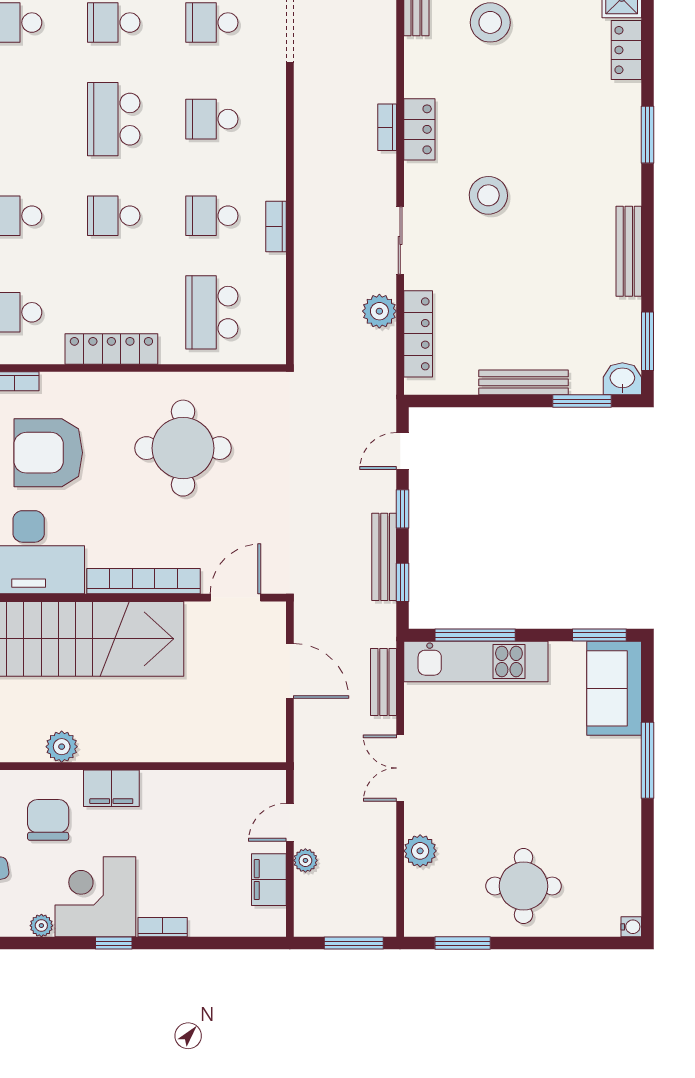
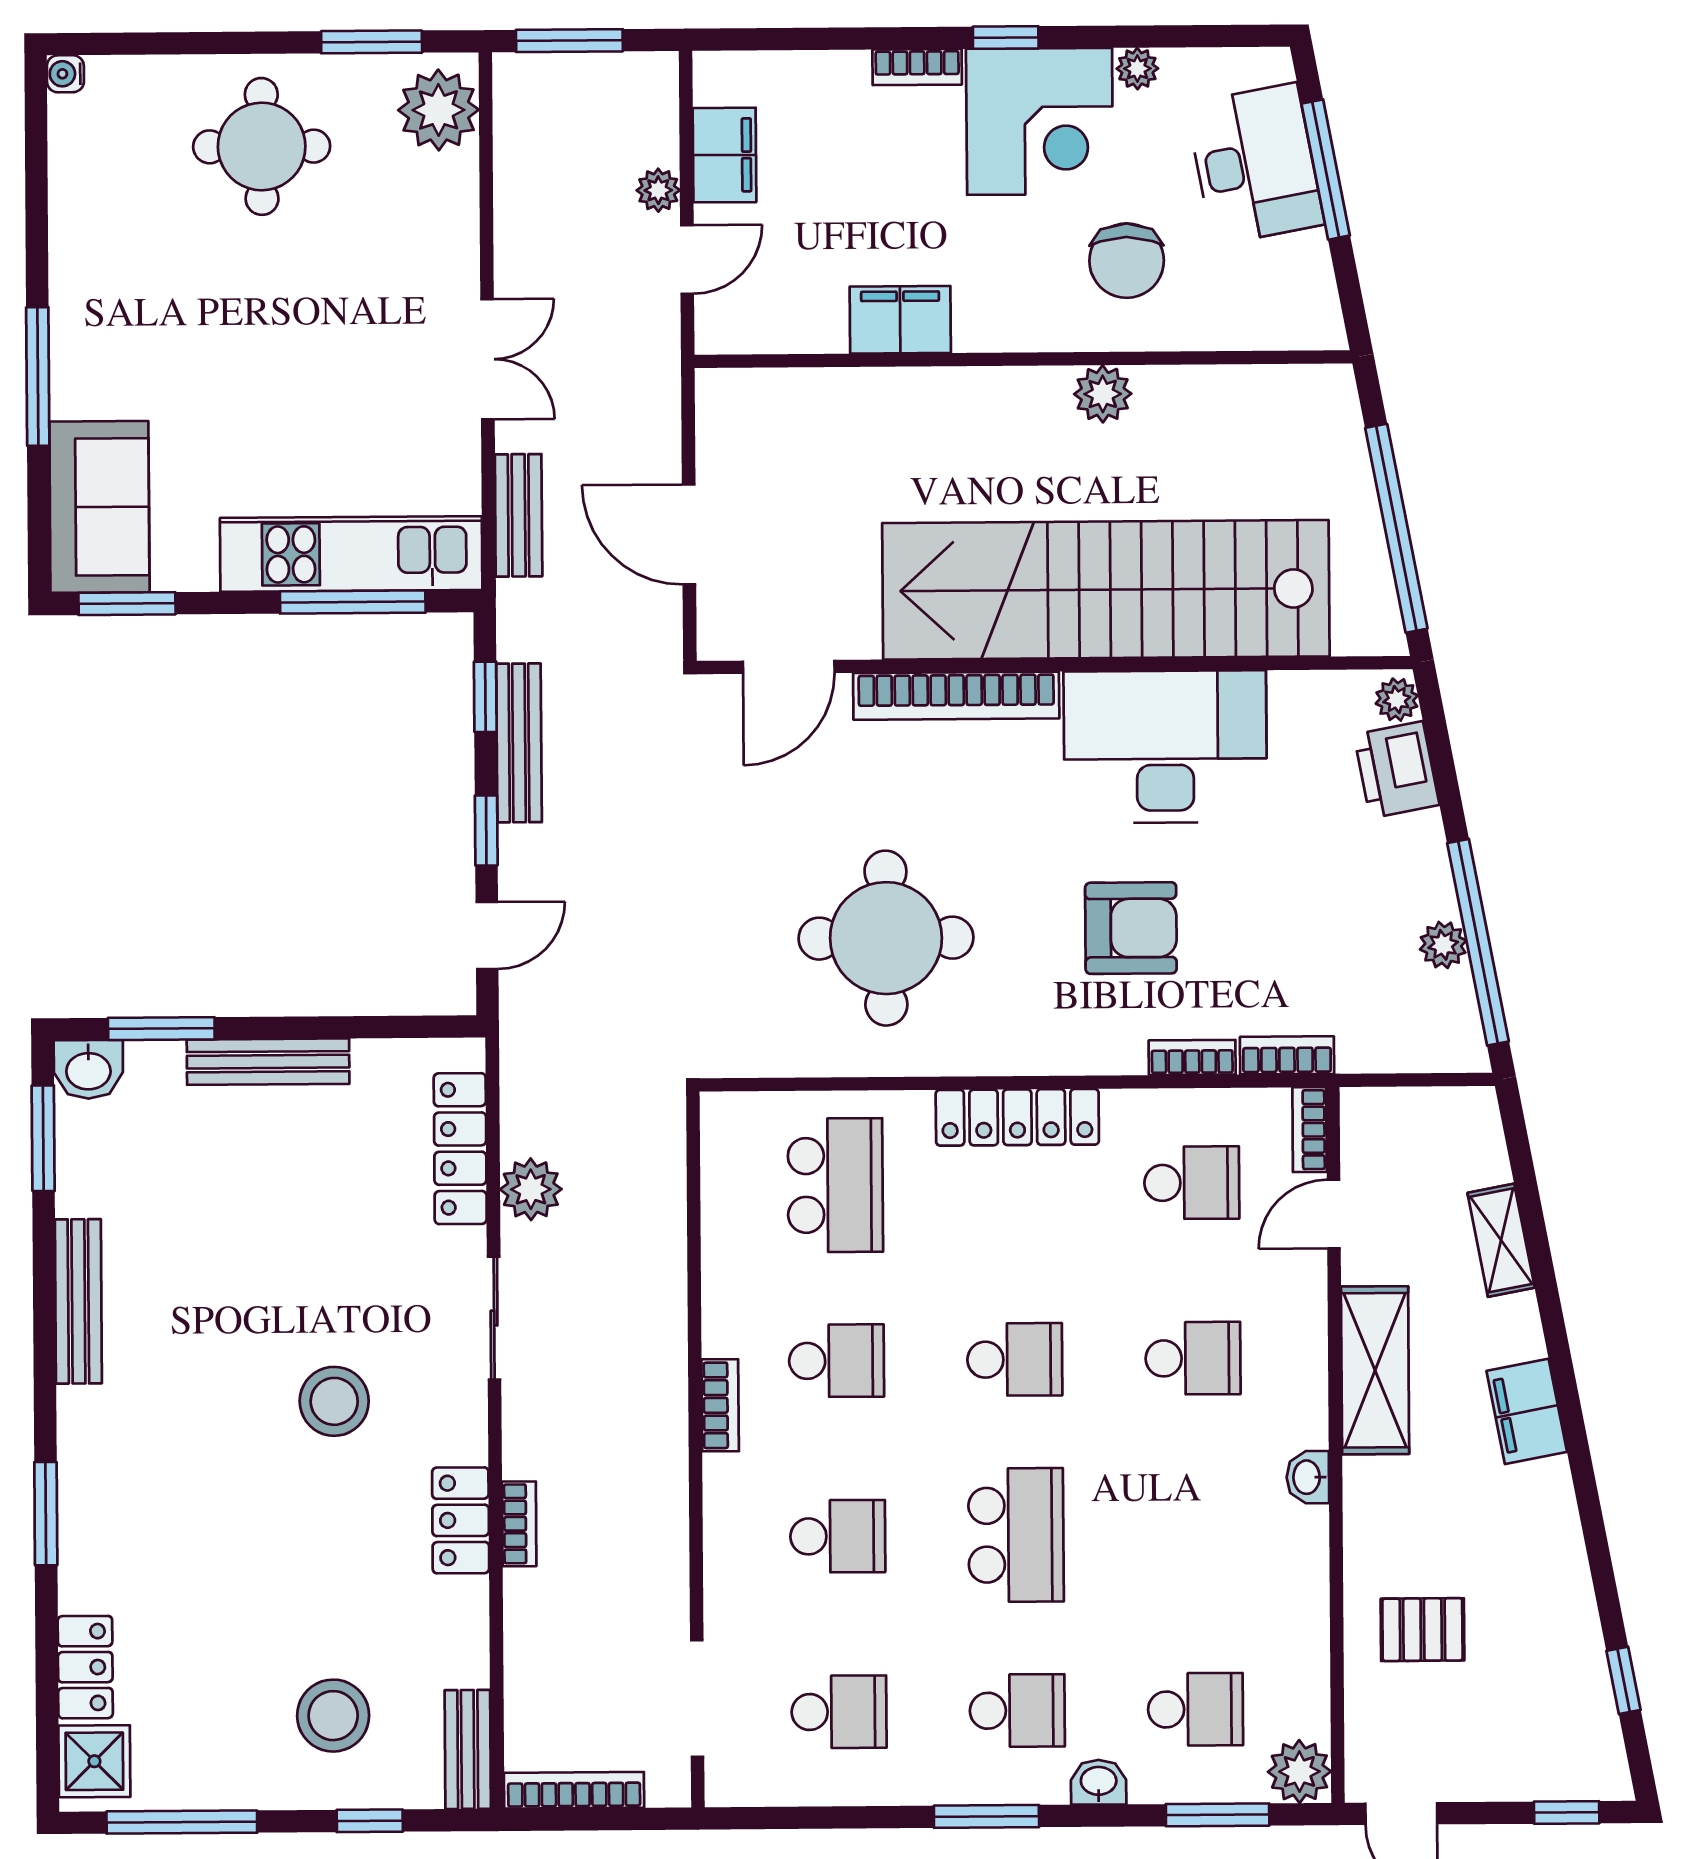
bookcase: (276, 226) -> (720, 1405), moved
armchair: (48, 453) -> (1131, 928), width x0.73, depth x0.73
filing cabinet: (111, 788) -> (900, 320), moved
plant: (420, 851) -> (439, 110), moved, width x1.36, depth x1.36

